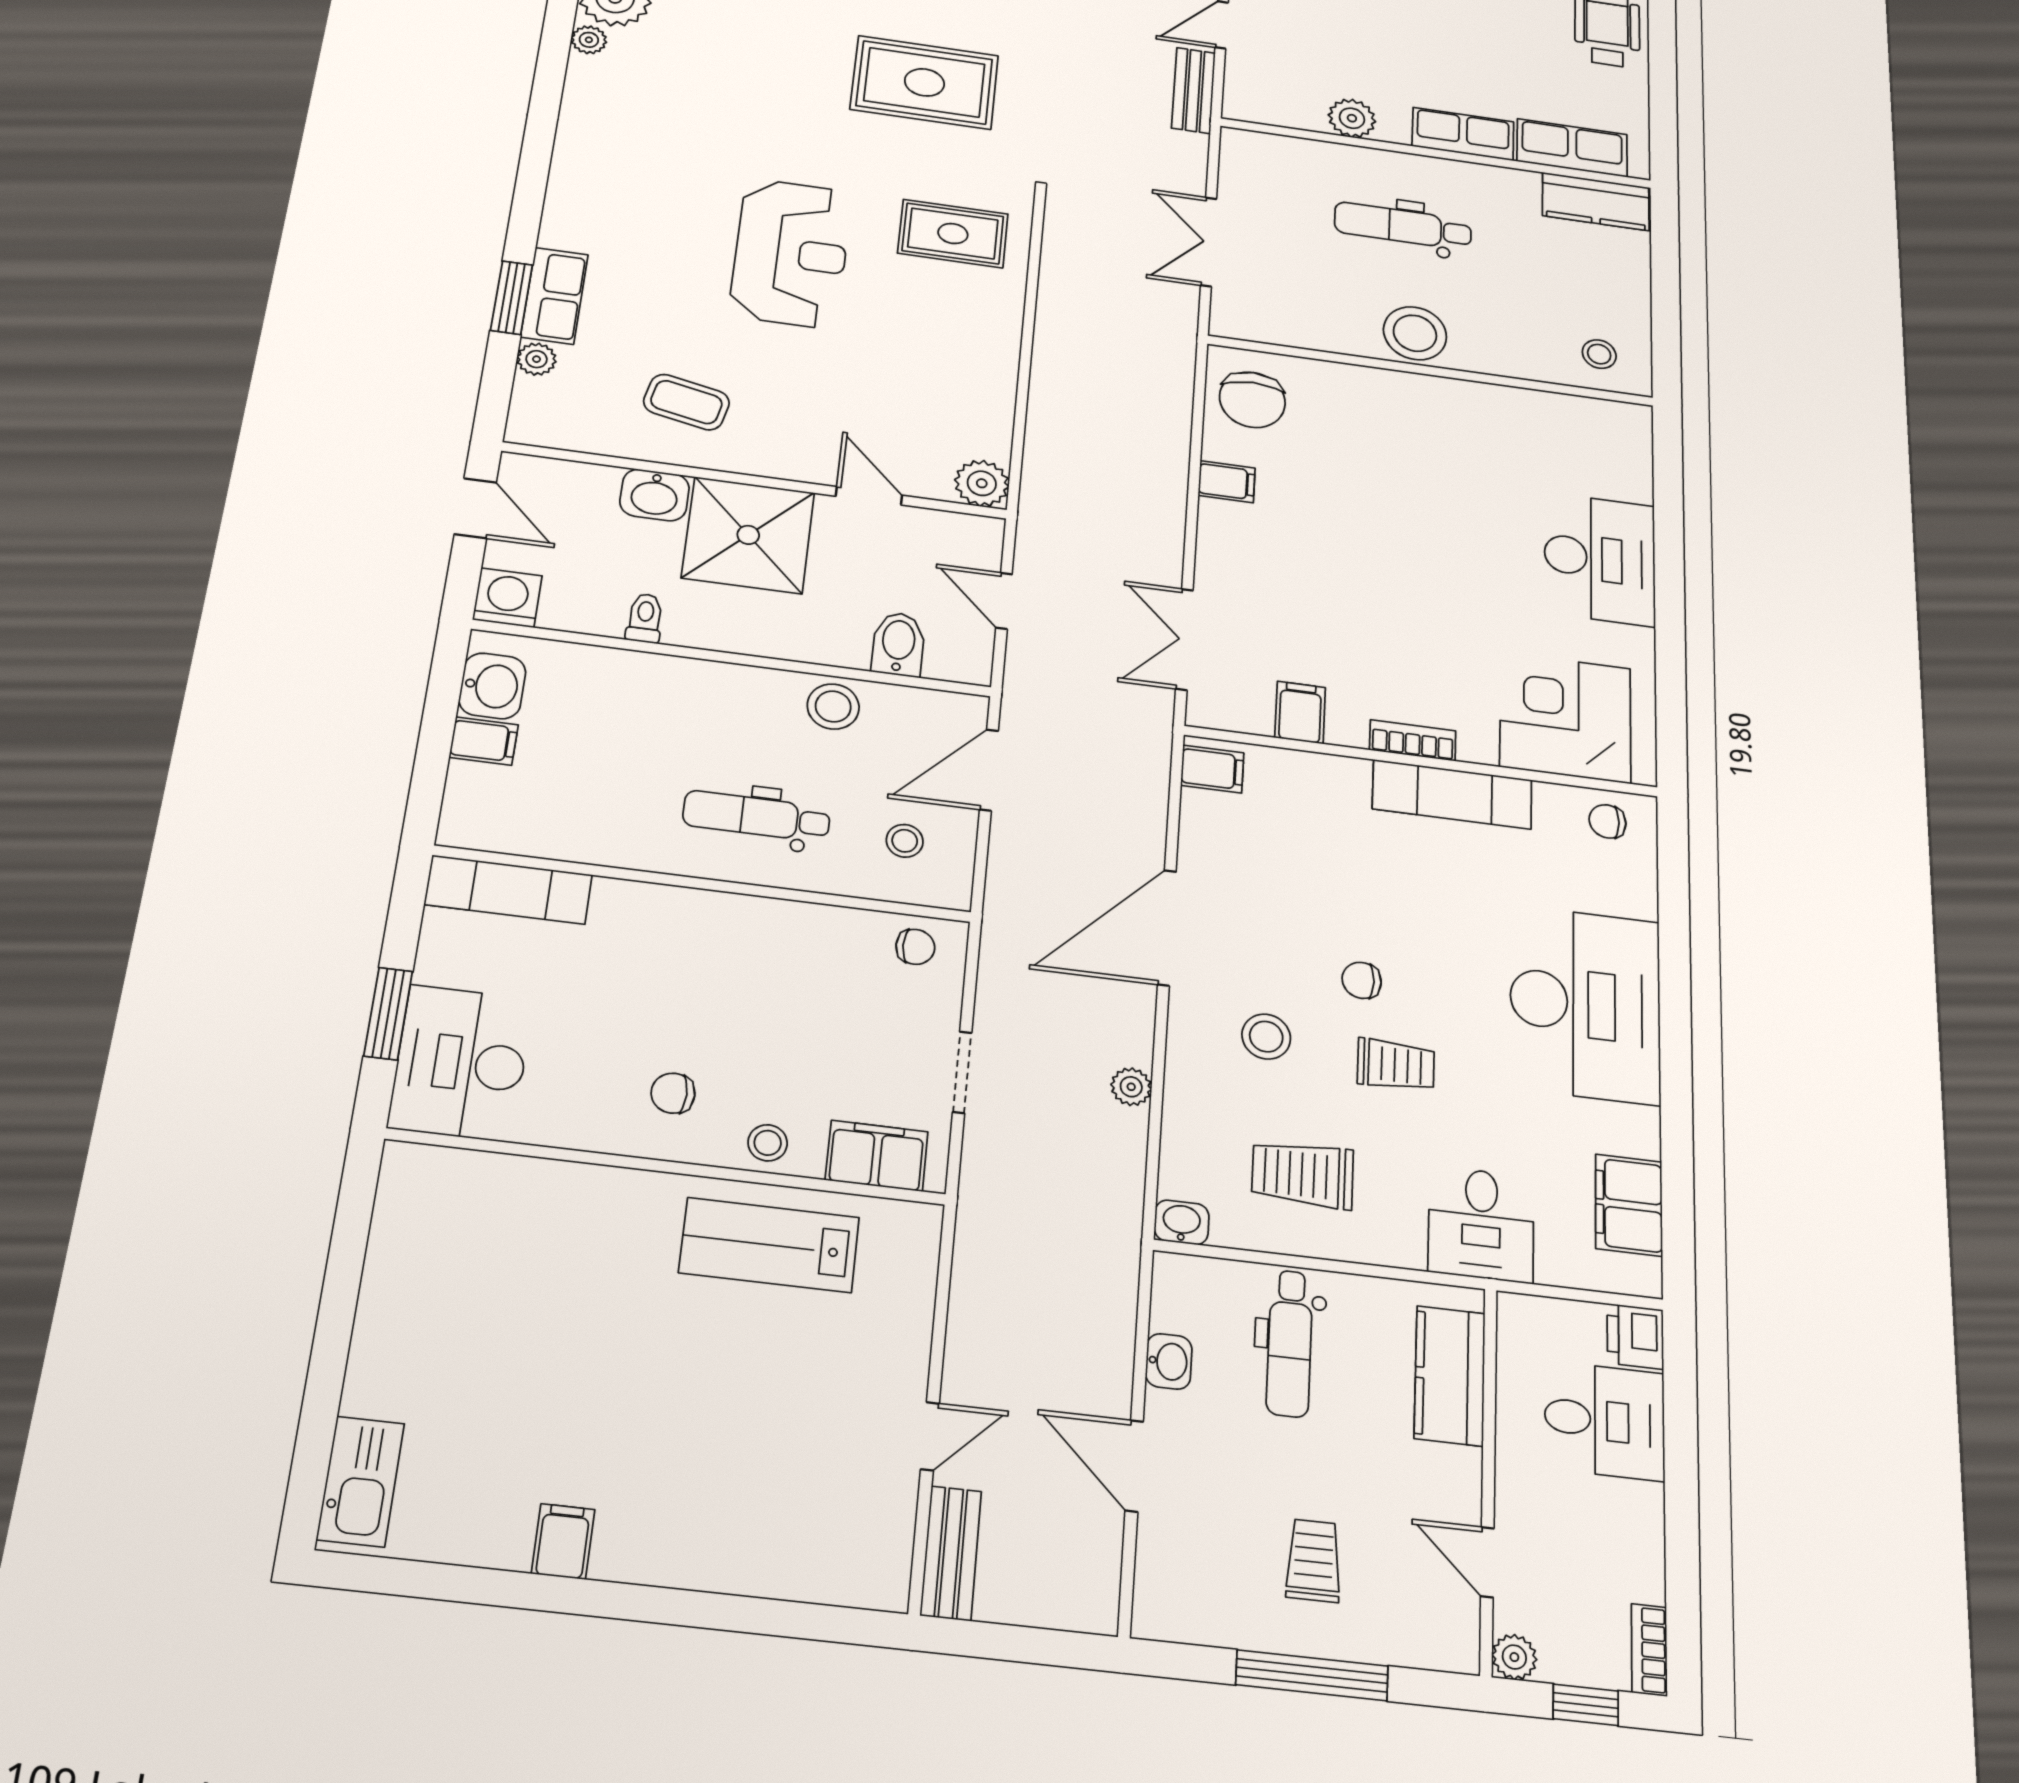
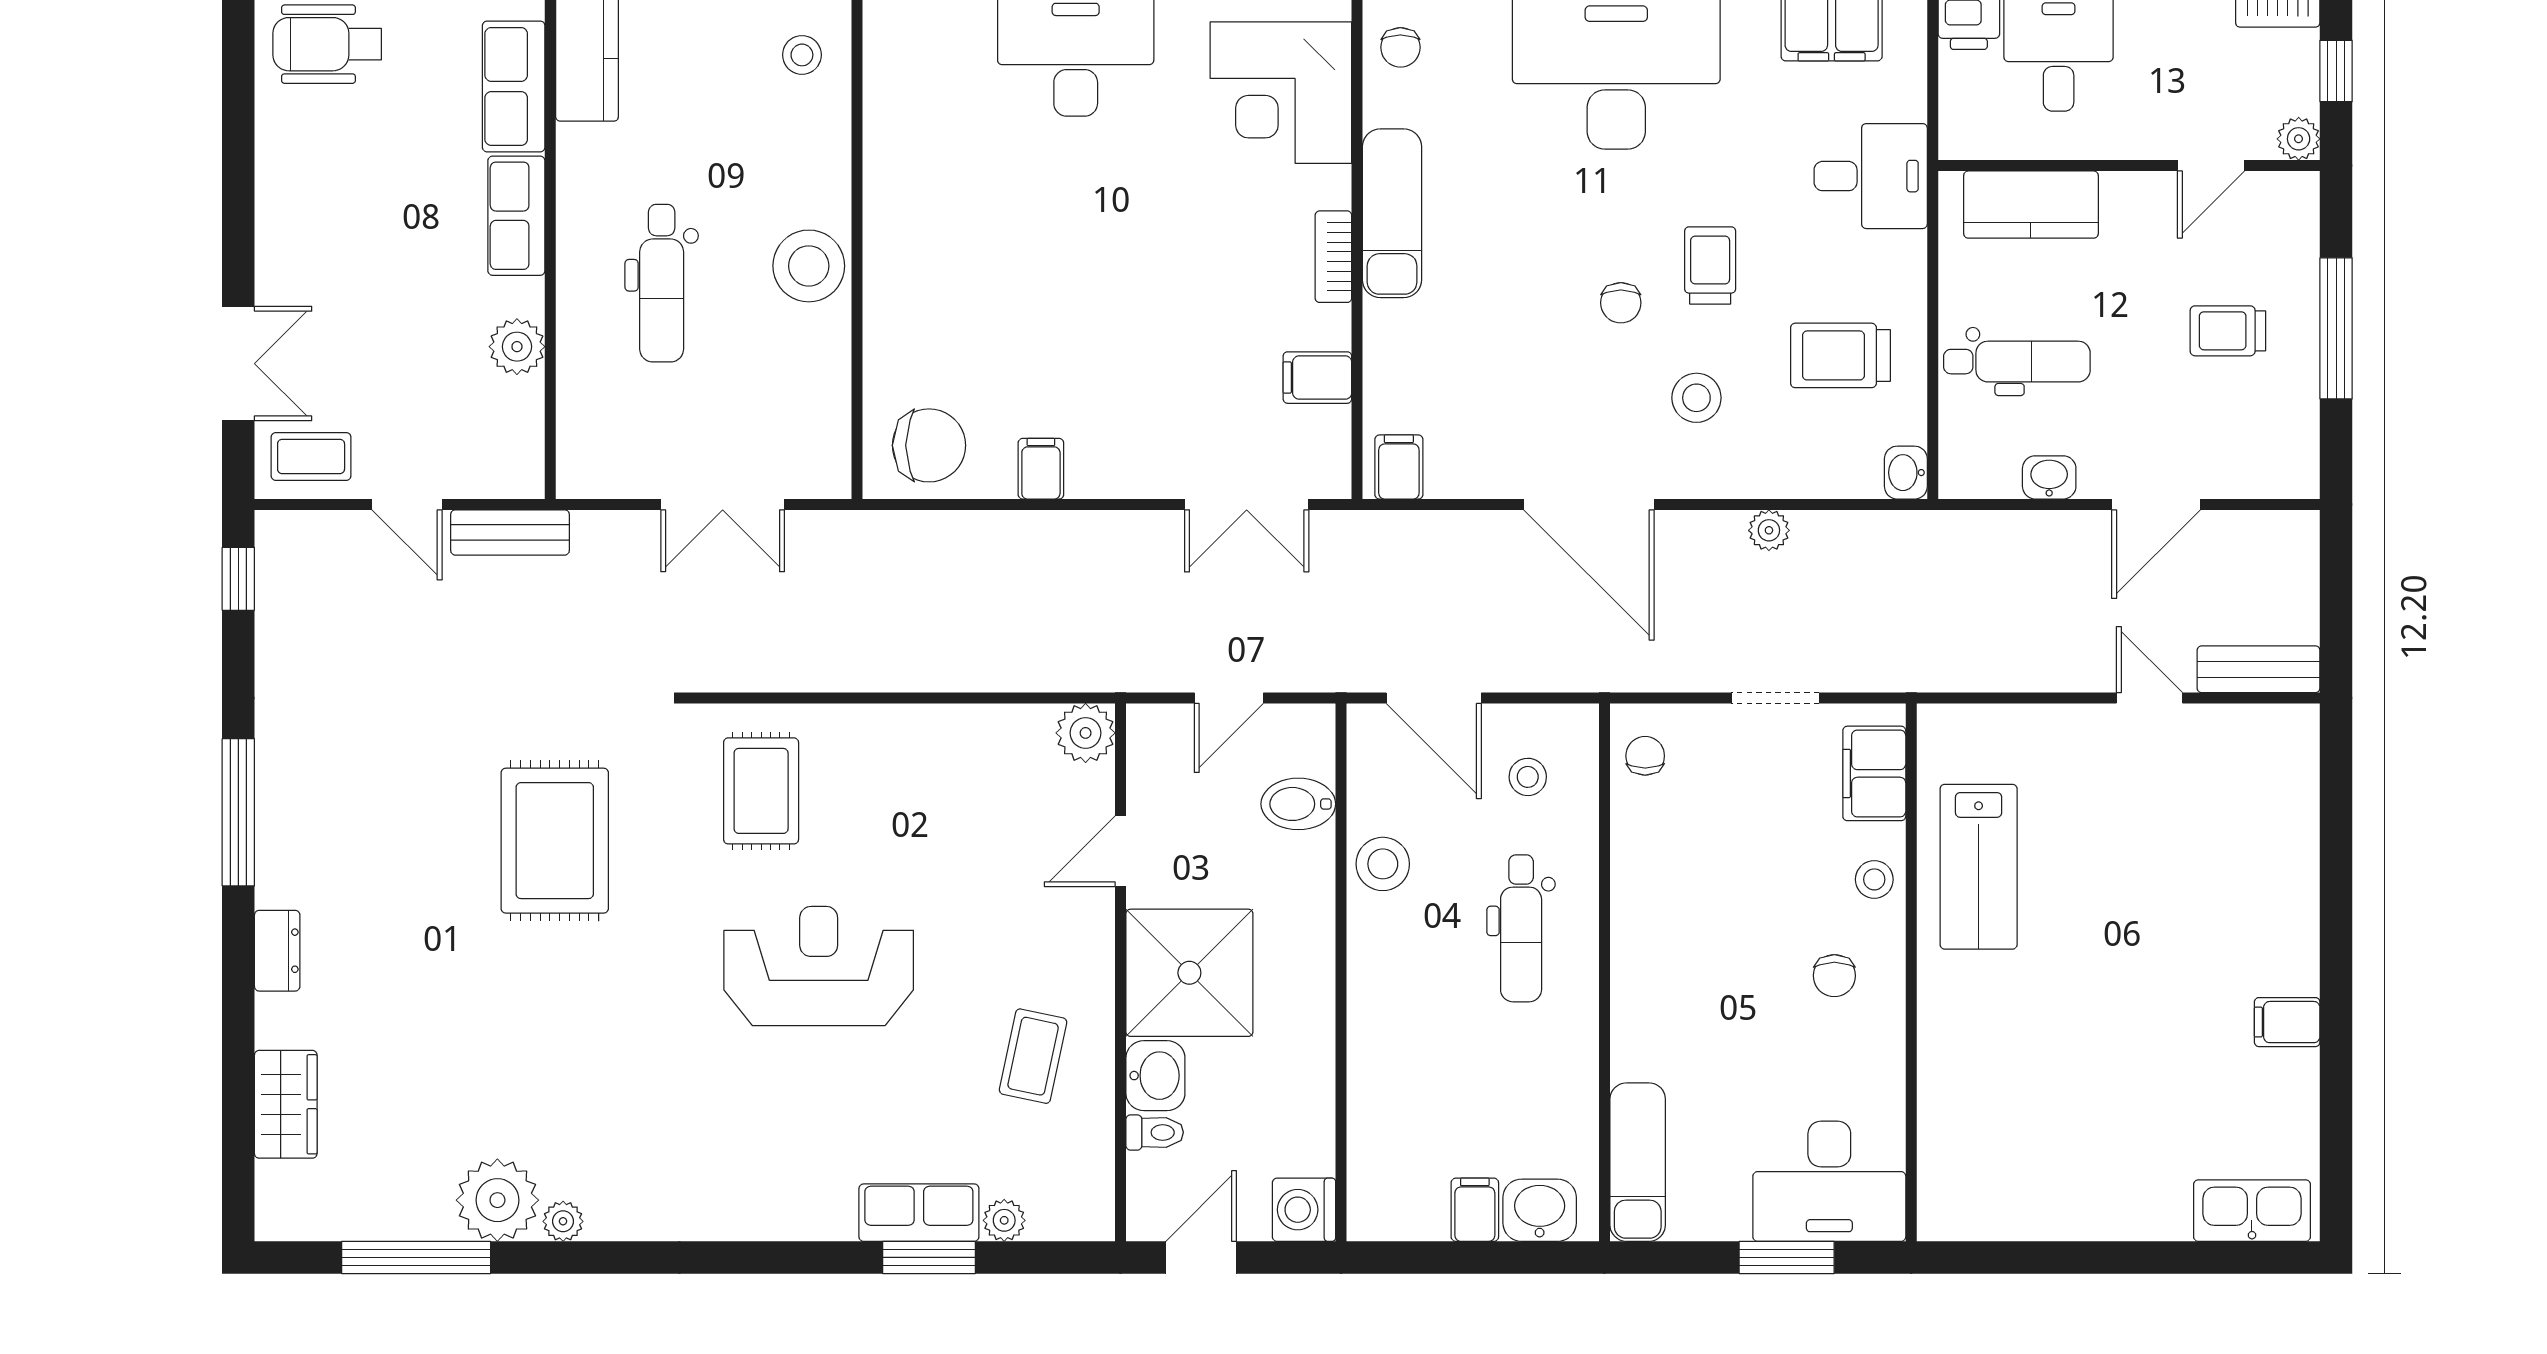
toilet: (645, 618) -> (1155, 1132), moved, turned 180
washbasin: (492, 686) -> (1540, 1210), moved
trolley: (1303, 1174) -> (1840, 355), turned 90

